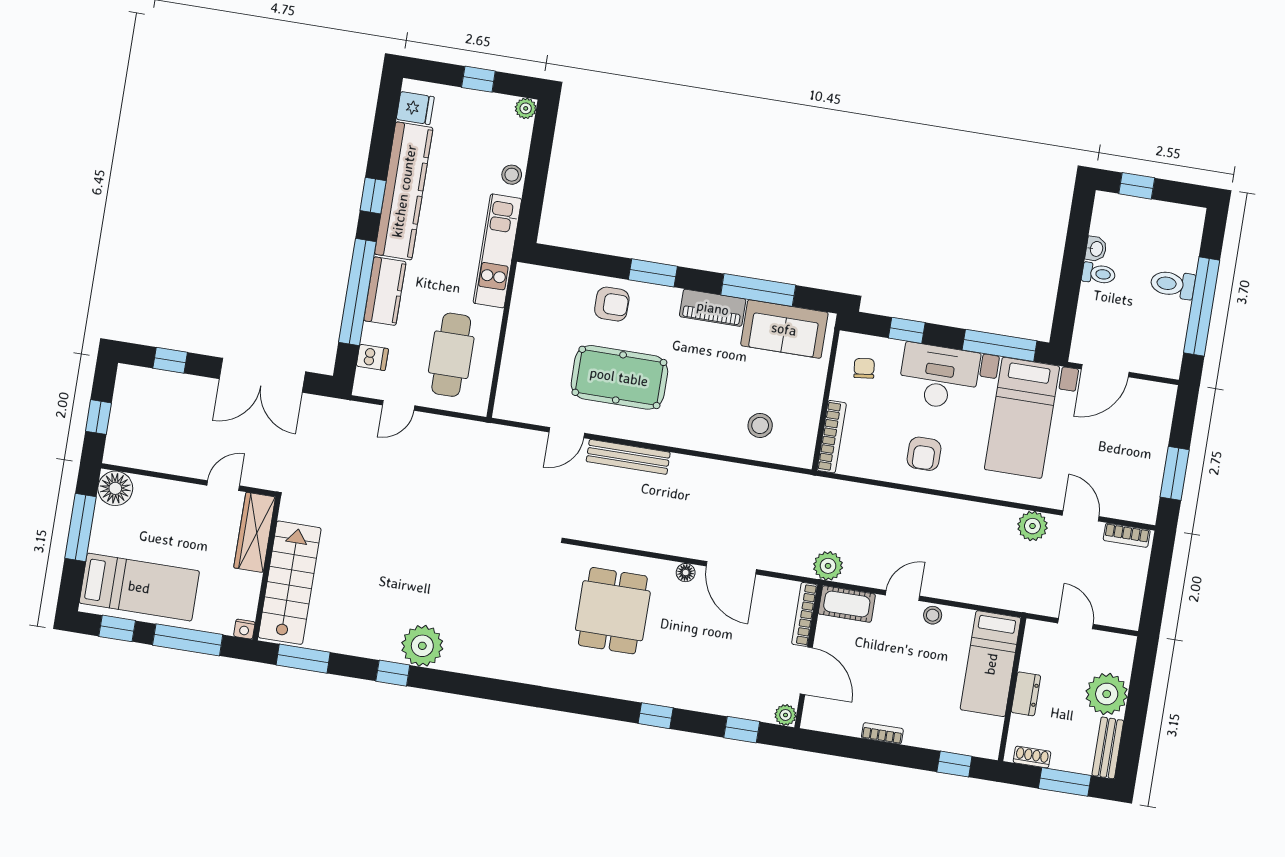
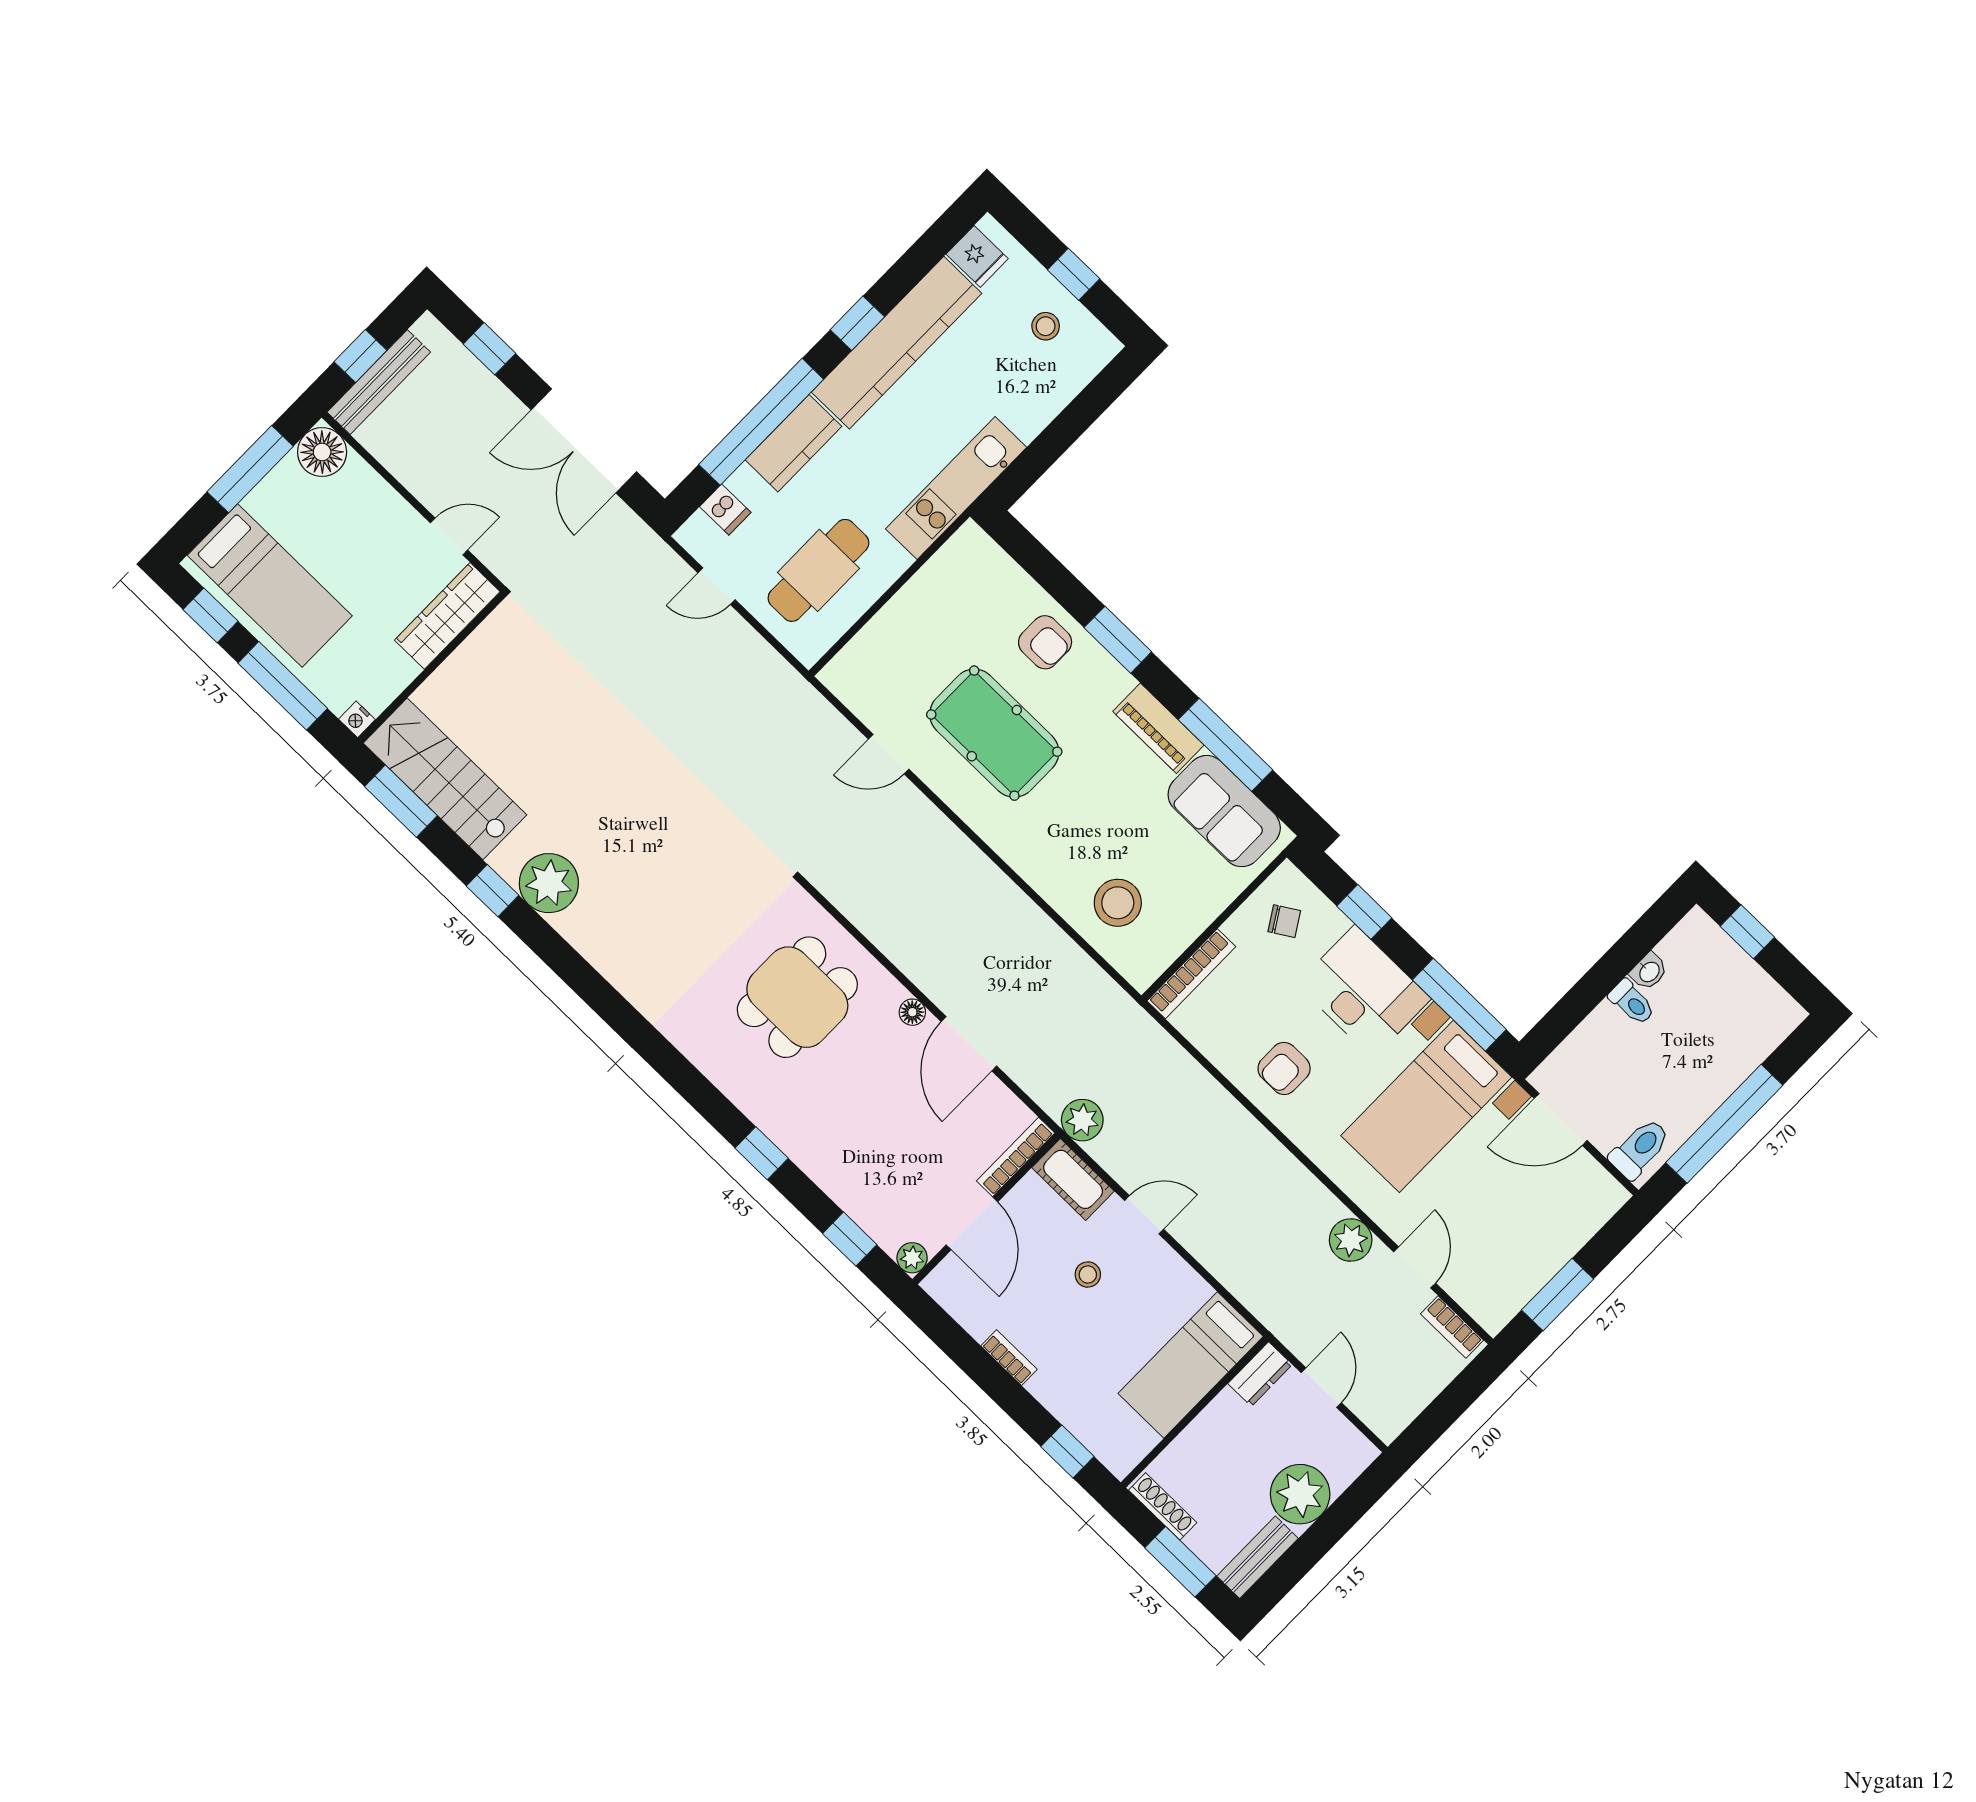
plant: (526, 108) -> (1104, 346), removed
stool: (512, 175) -> (1046, 326), moved
toilet: (1173, 284) -> (1640, 1149), moved, turned 90
chair: (864, 368) -> (1284, 921), turned 65
stool: (760, 425) -> (1118, 903), width x1.38, depth x1.38
bench: (628, 457) -> (379, 382), moved, turned 90
stairs: (290, 583) -> (445, 779), moved, turned -90
stool: (933, 615) -> (1088, 1275), moved
dresser: (1026, 694) -> (1260, 1374), moved
shoe rack: (1032, 757) -> (1163, 1506), width x1.43

